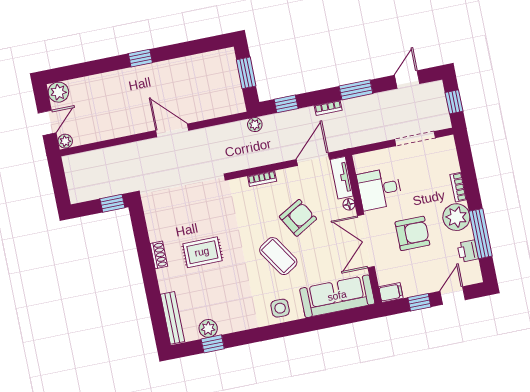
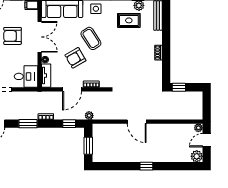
door: (313, 159) -> (72, 89), moved
desk: (380, 189) -> (26, 76), moved
rug: (202, 252) -> (129, 20), moved

